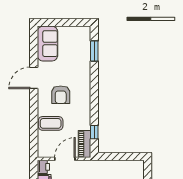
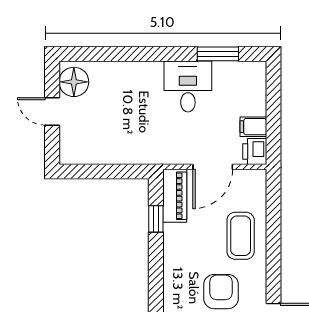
coffee table: (51, 123) -> (241, 236), turned 90

